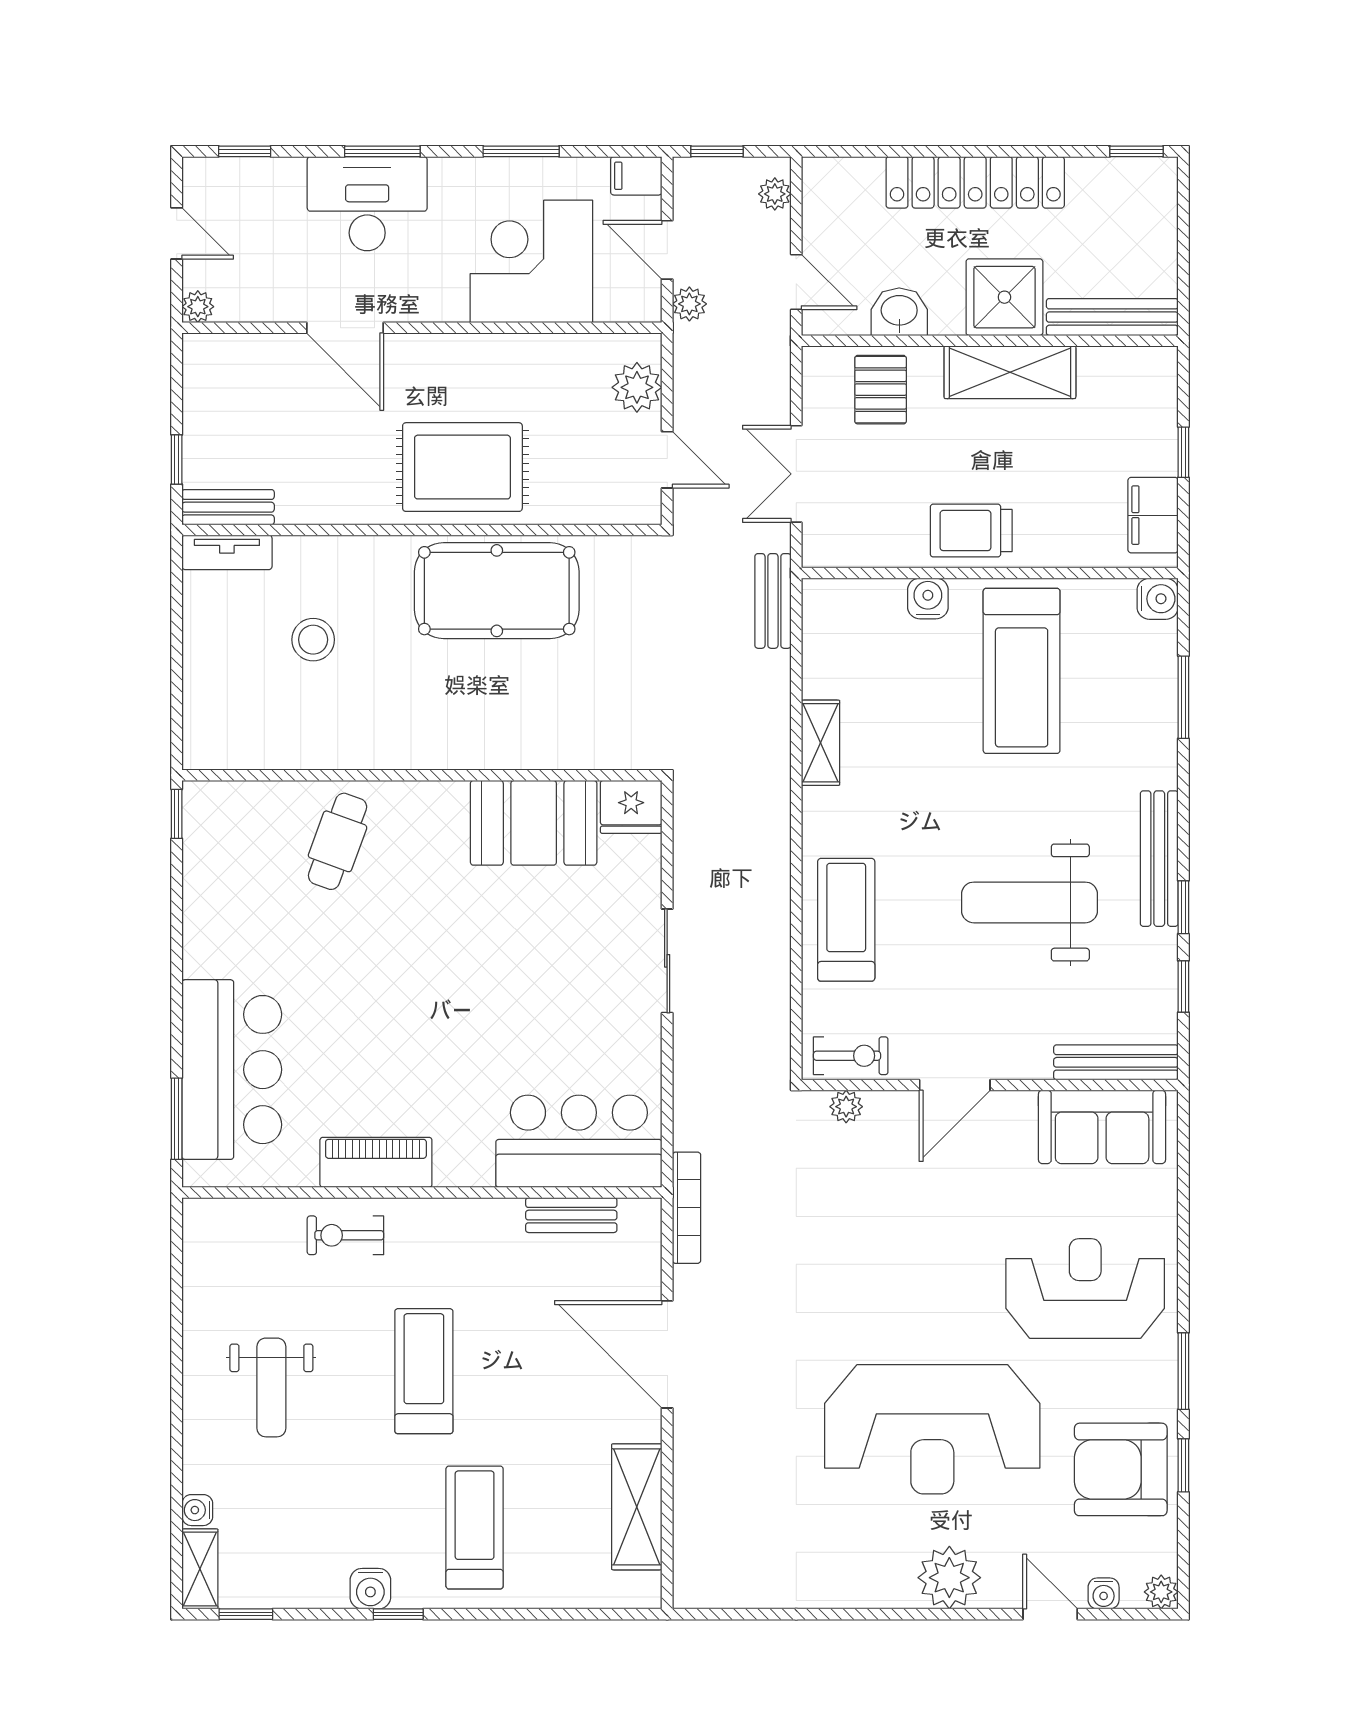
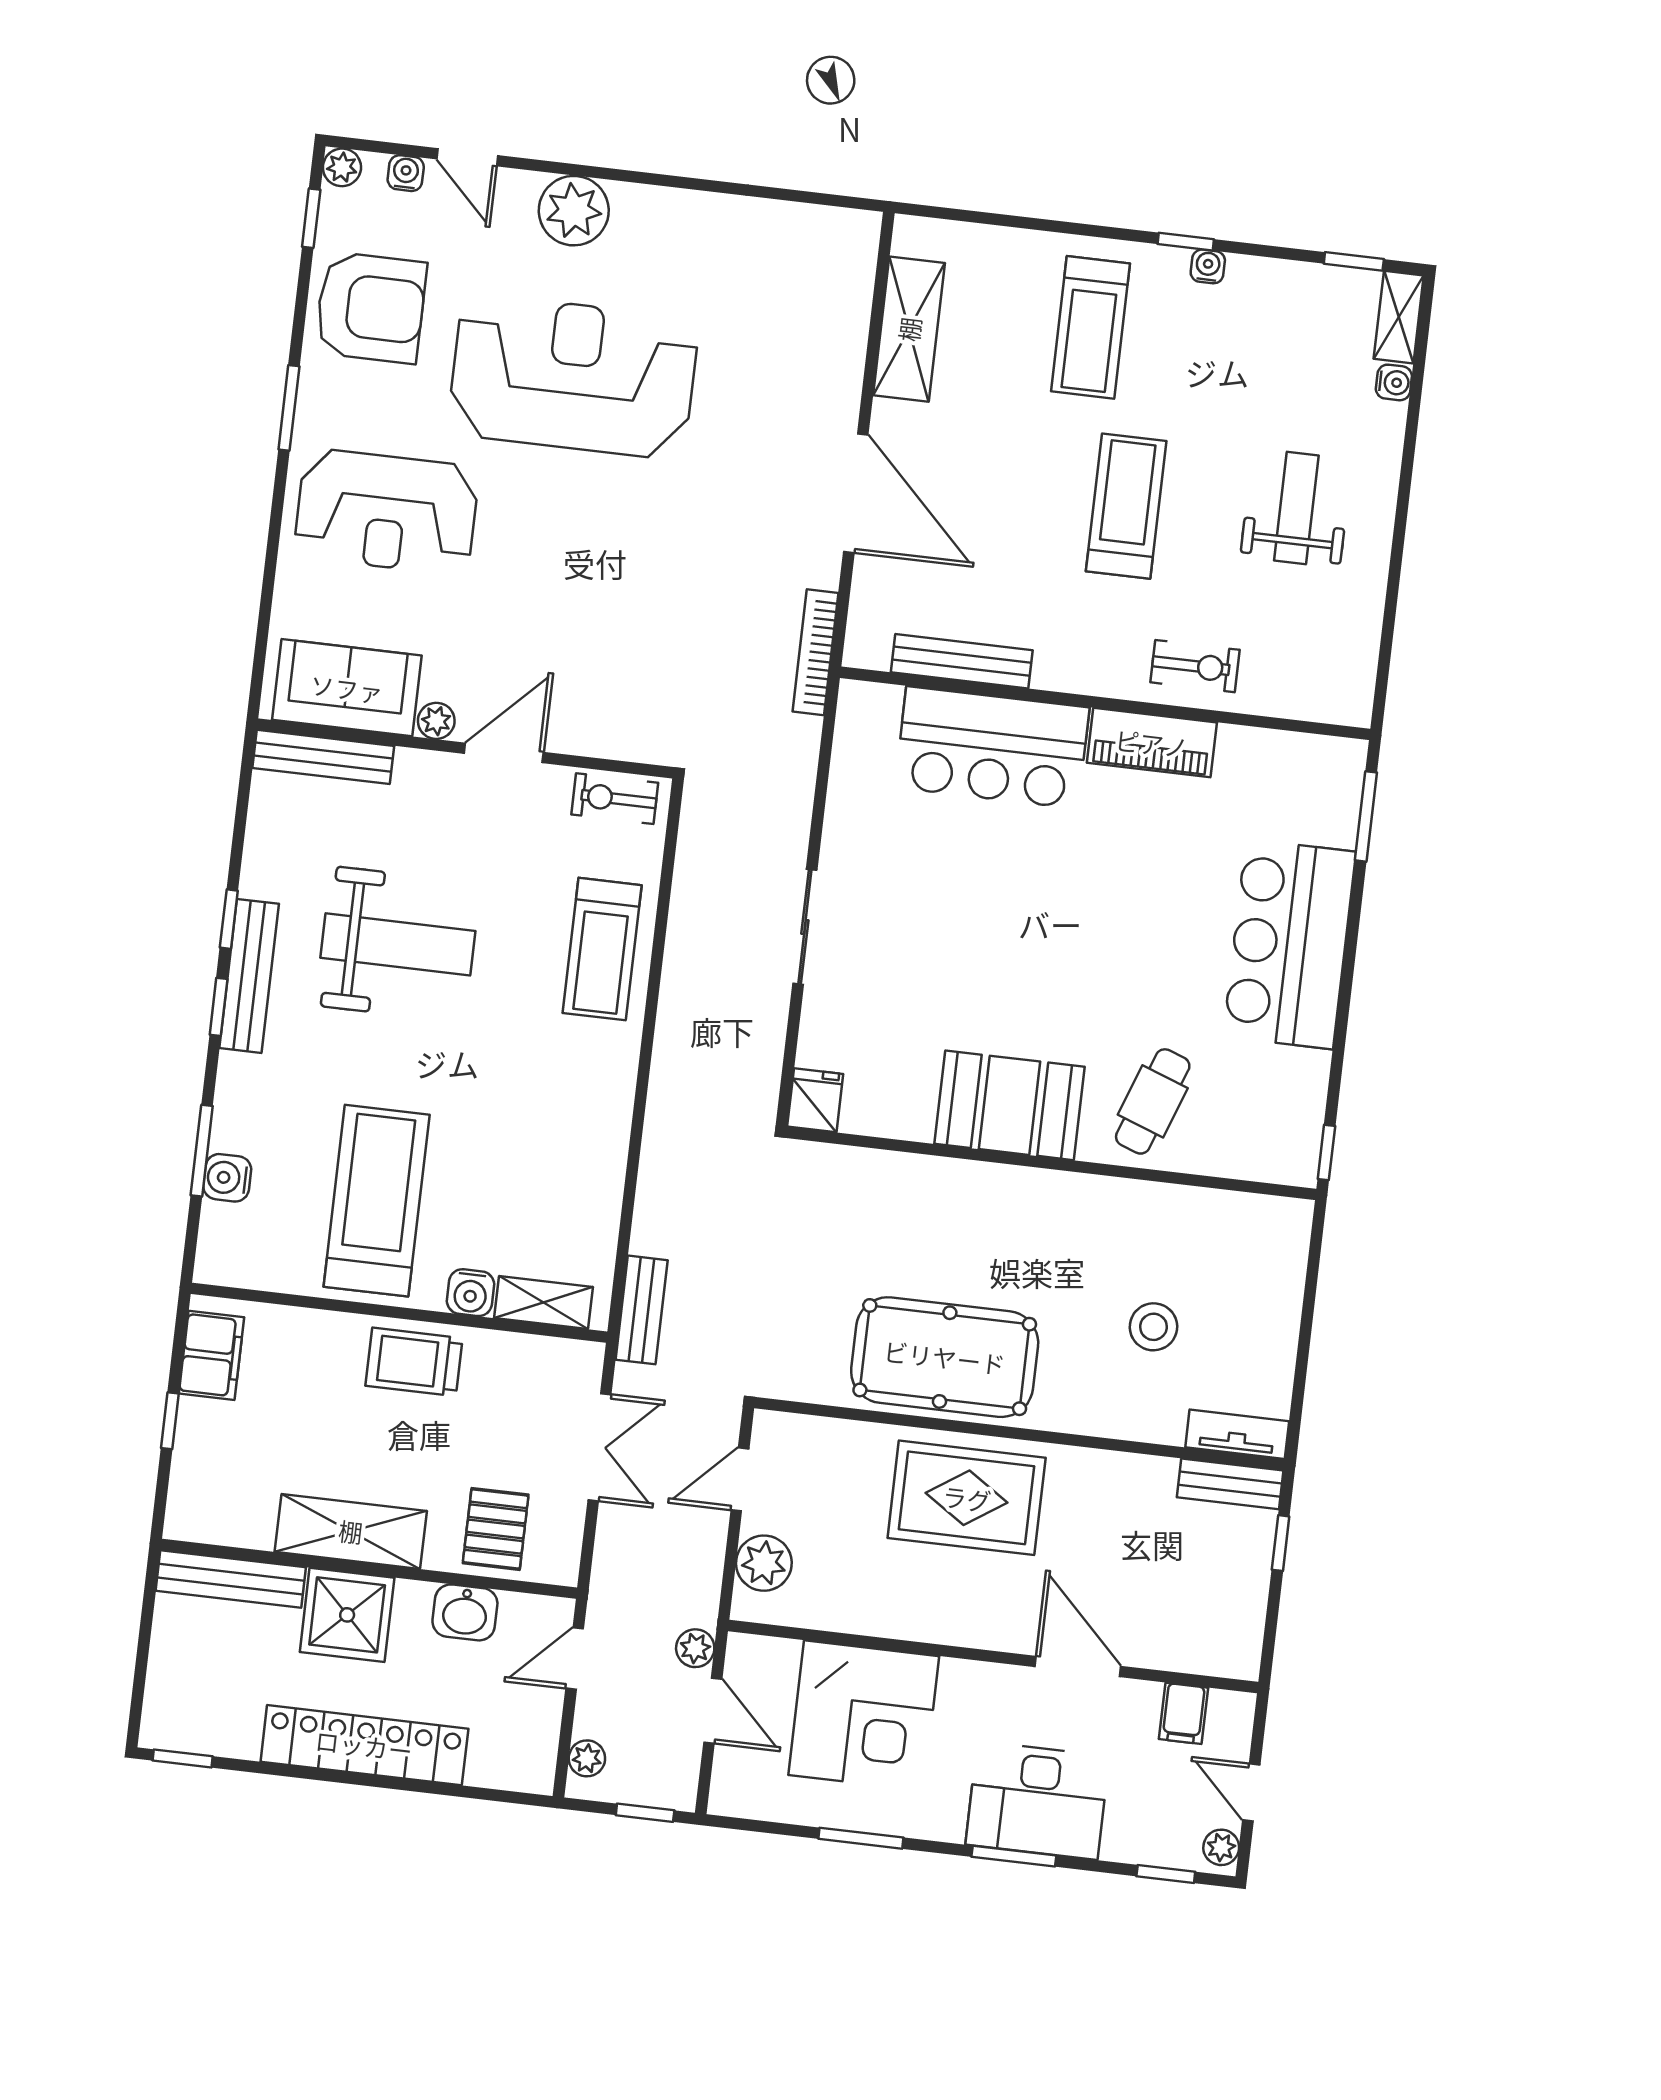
filing cabinet: (636, 176) -> (1184, 1713), moved, turned 90
door: (796, 282) -> (575, 1659), hinge flipped
plant: (198, 307) -> (1221, 1847), moved
door: (667, 460) -> (740, 1479), hinge flipped
trolley: (971, 531) -> (414, 1362), turned 180
water cooler: (1158, 599) -> (227, 1178), moved
shelving: (820, 743) -> (543, 1303), moved, turned 90
fridge: (631, 807) -> (815, 1100), width x0.72
booth: (534, 823) -> (1010, 1105), moved
window: (1183, 987) -> (219, 1007), moved
bar counter: (232, 1070) -> (1289, 944), moved
plant: (846, 1107) -> (436, 721), moved
bar counter: (579, 1141) -> (992, 747), moved
bench: (571, 1215) -> (962, 661), width x1.36
treadmill: (424, 1371) -> (1126, 506), turned 180
window: (1183, 1465) -> (311, 218), moved
water cooler: (370, 1589) -> (1208, 266), width x0.72, depth x0.72

